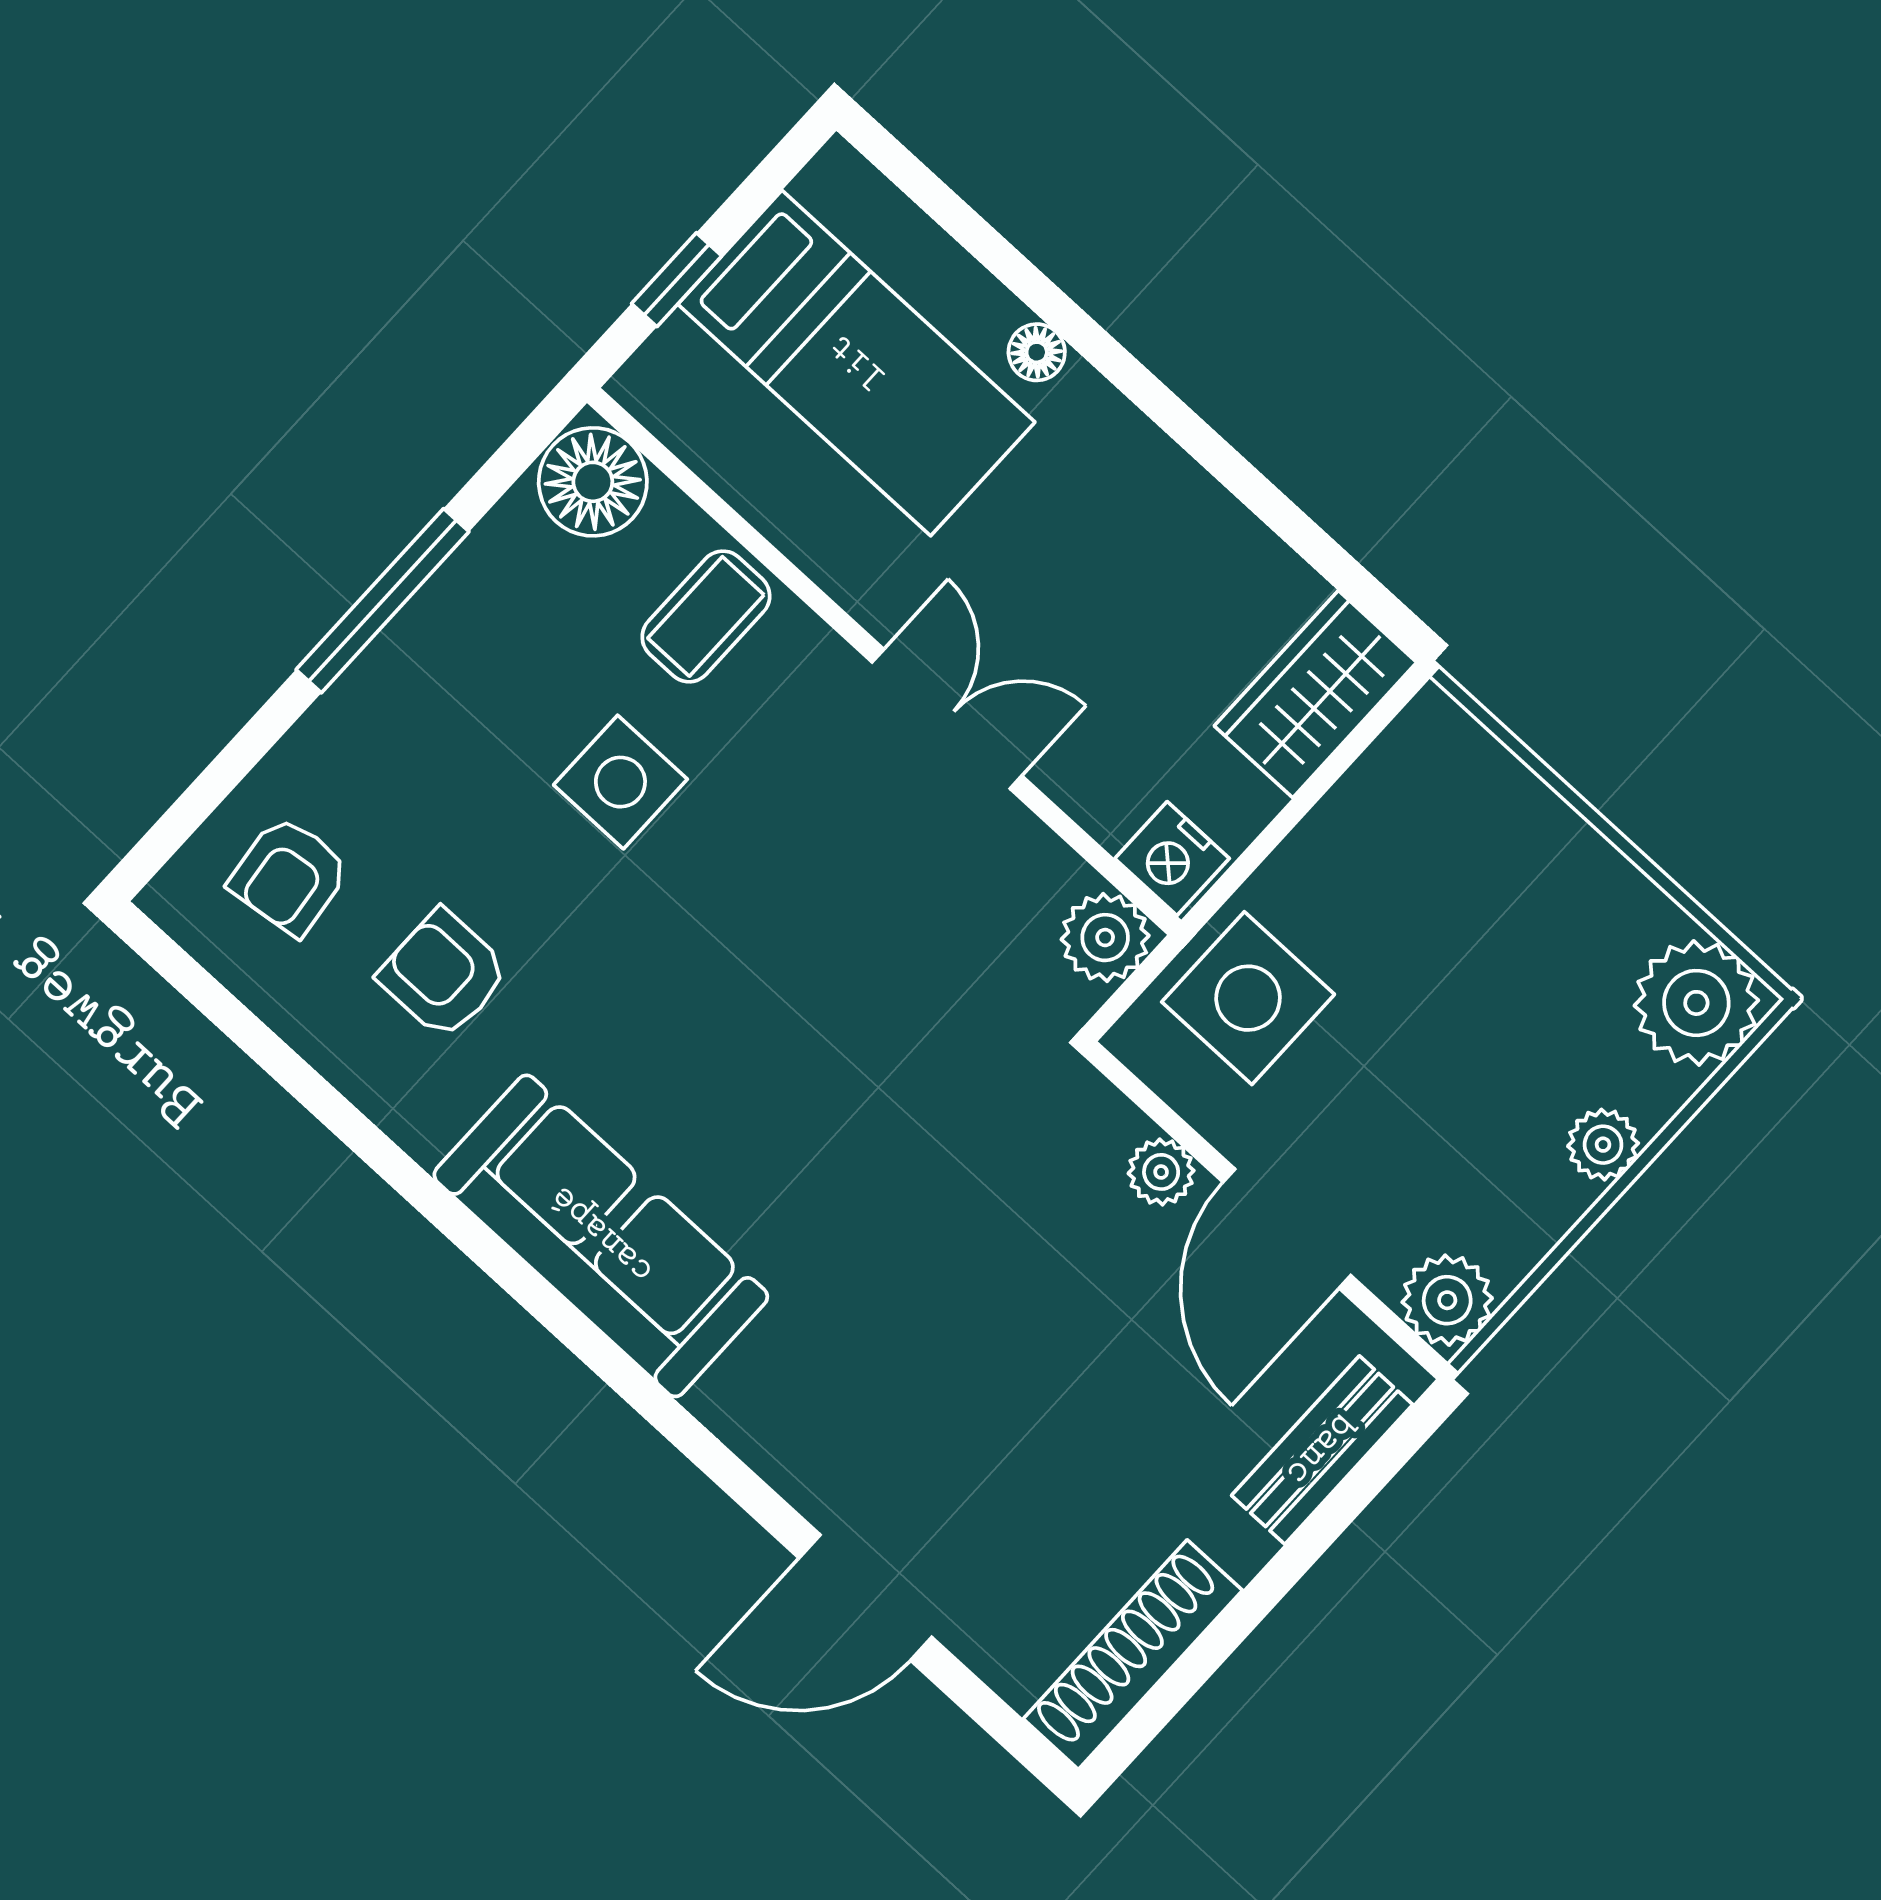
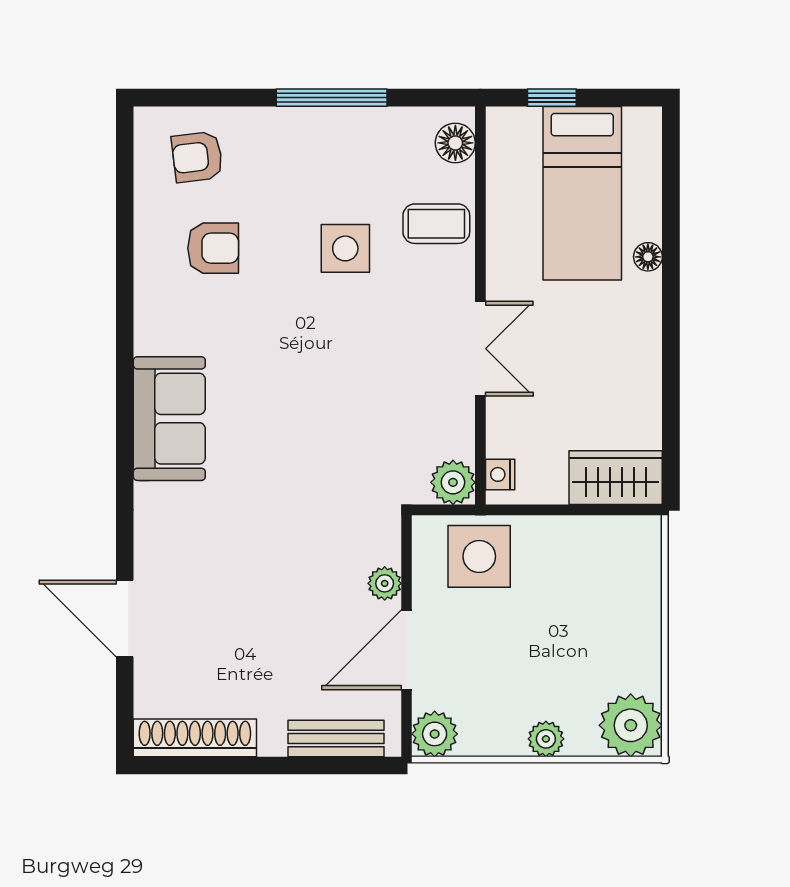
floor lamp: (593, 482) -> (455, 143), width x0.73, depth x0.73
nightstand: (1172, 859) -> (500, 474), width x0.72, depth x0.74
armchair: (444, 974) -> (213, 248), turned 90
sofa: (601, 1236) -> (169, 419), width x0.73

